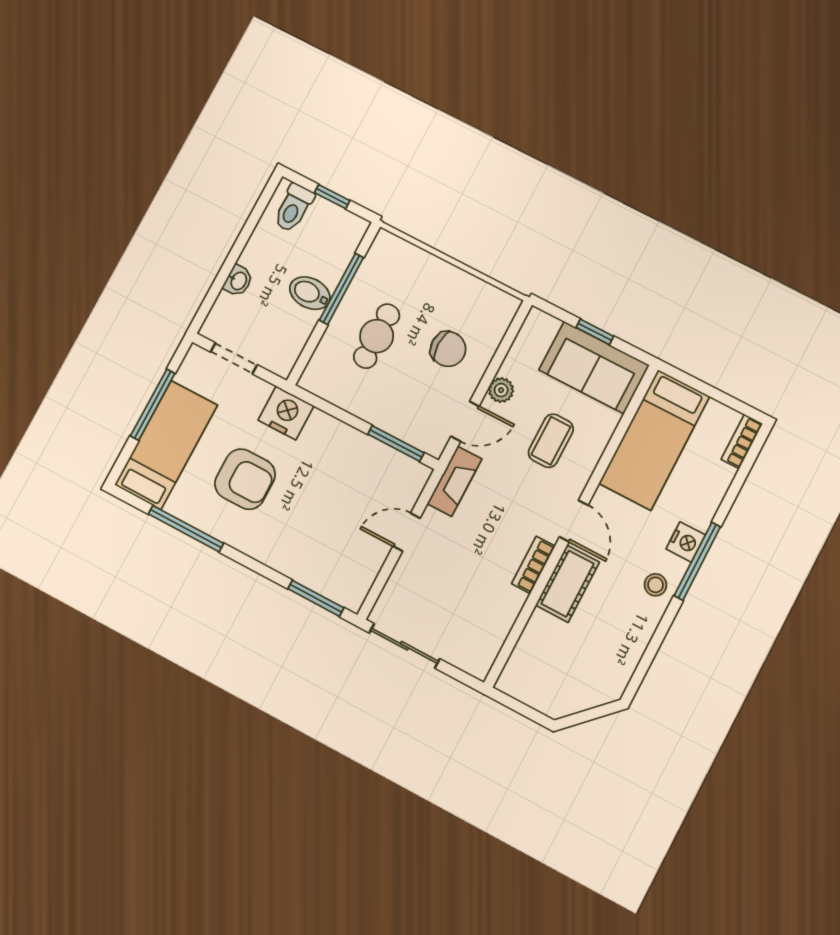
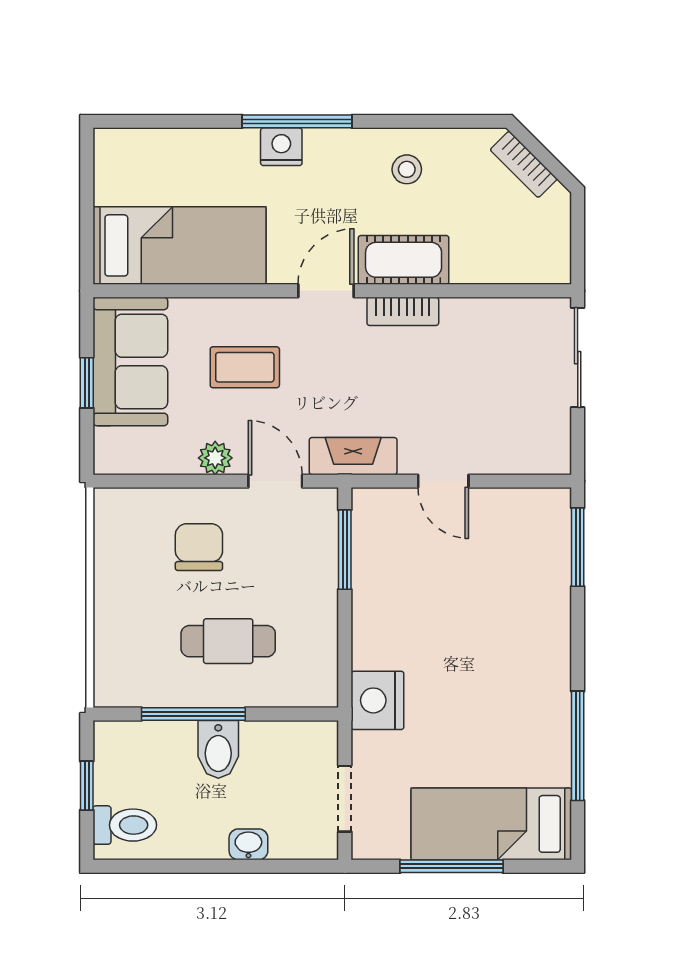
bookcase: (742, 441) -> (524, 164), moved, turned 45
armchair: (245, 479) -> (482, 707), removed
stool: (655, 585) -> (407, 169), moved
sliding door: (404, 646) -> (578, 358), moved

